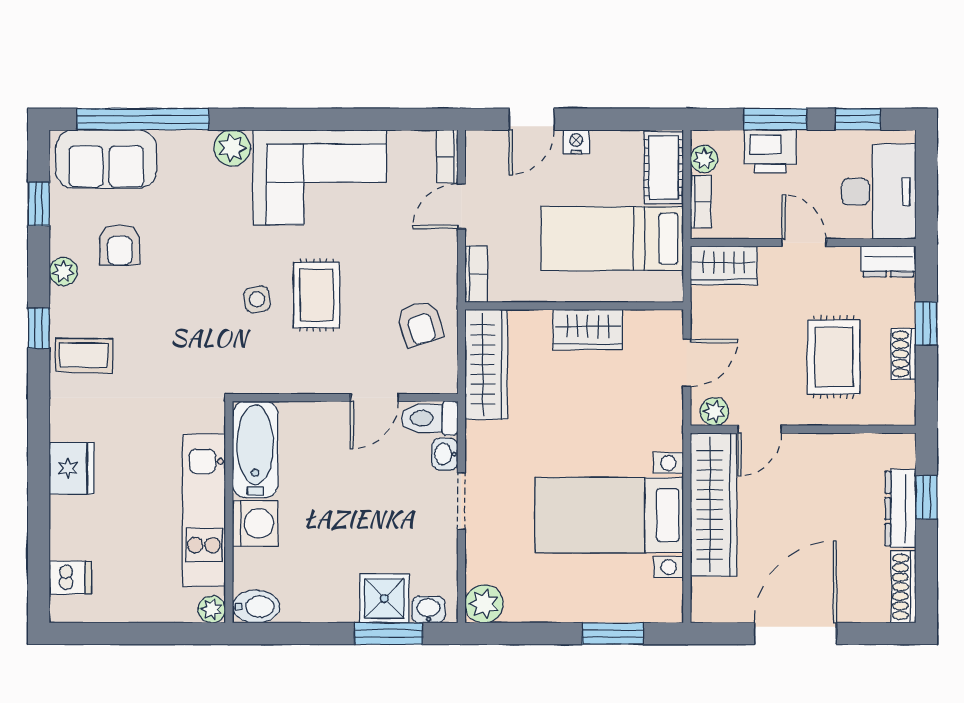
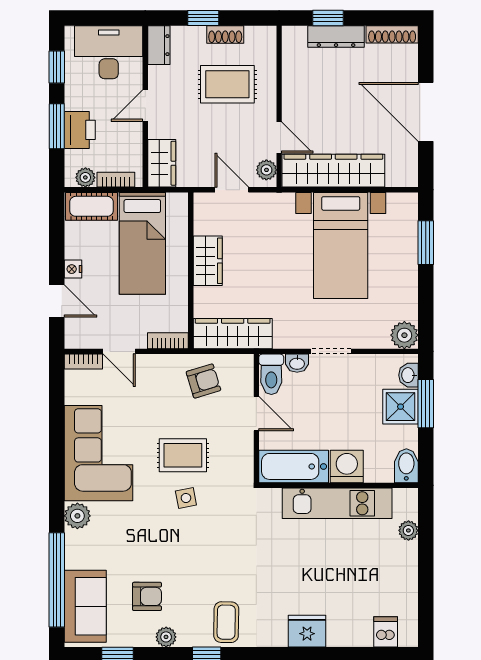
bathtub: (255, 449) -> (294, 466), moved
kitchen unit: (204, 510) -> (337, 503), moved
wall: (229, 512) -> (339, 485), moved
washing machine: (255, 524) -> (347, 466), moved
bidet: (256, 607) -> (406, 466), moved

